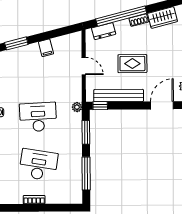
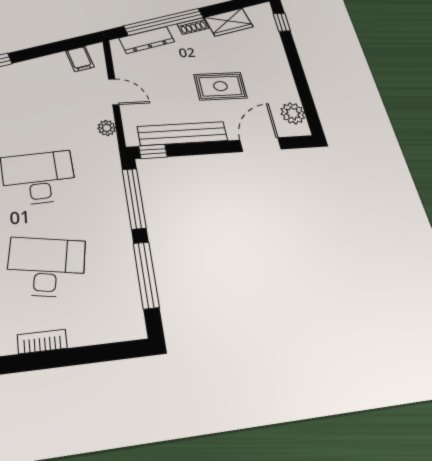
dresser: (104, 31) -> (147, 40), width x1.44
filing cabinet: (46, 48) -> (80, 59), moved
rug: (132, 64) -> (220, 86), moved
plant: (77, 107) -> (107, 128), moved
window: (86, 132) -> (134, 198), width x1.44

